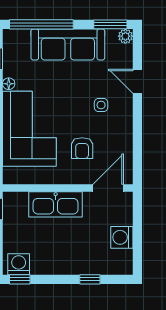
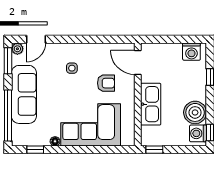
door: (137, 81) -> (36, 39), moved
washing machine: (122, 237) -> (191, 52), moved
boiler: (45, 260) -> (195, 112), added

